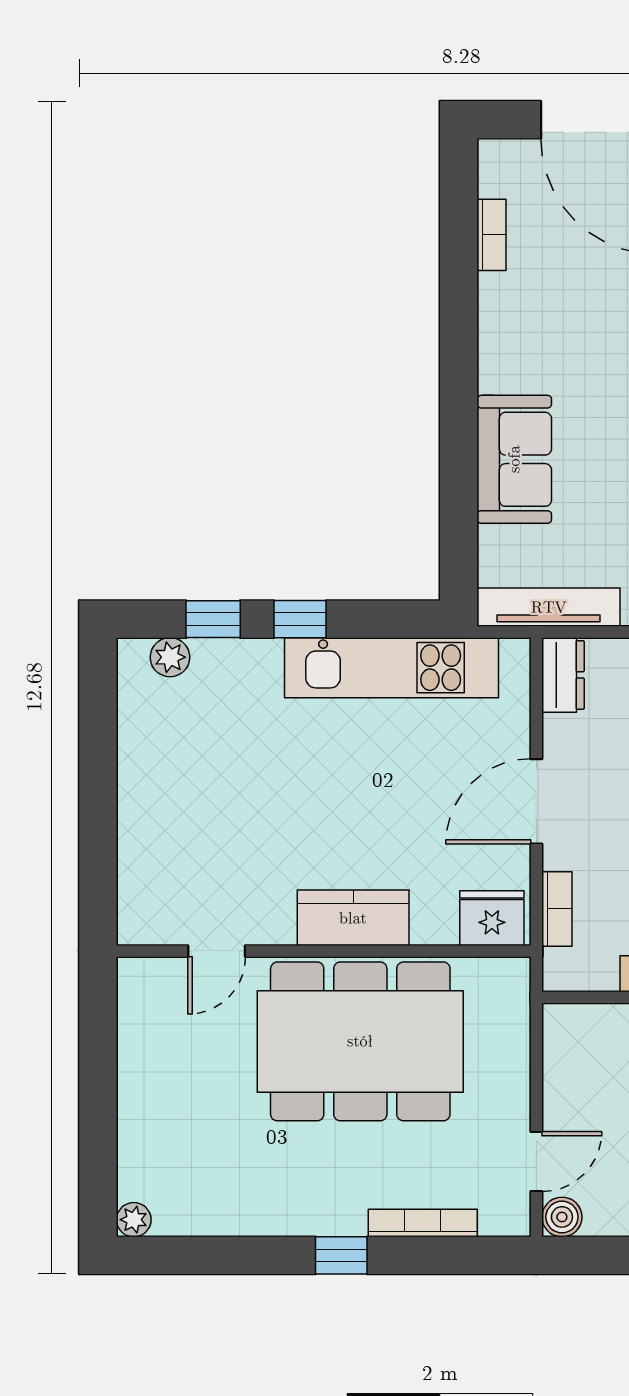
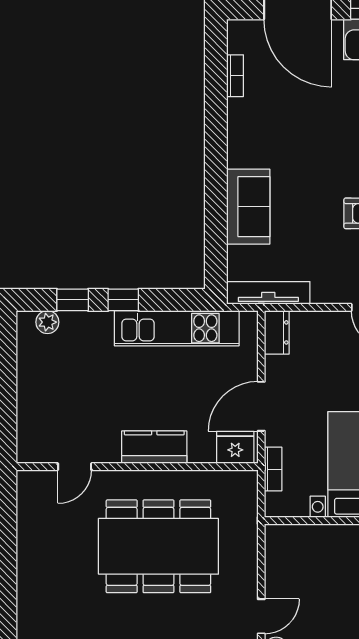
kitchen counter: (353, 918) -> (154, 447), moved
fridge: (492, 918) -> (235, 447), moved
door: (217, 951) -> (75, 467), moved
wall: (324, 951) -> (137, 467), moved

